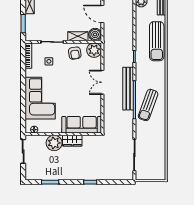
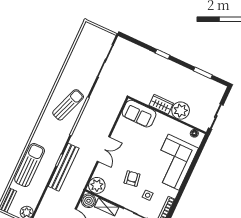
armchair: (75, 53) -> (132, 179), moved
bench: (128, 89) -> (64, 167), moved
sofa: (82, 125) -> (139, 114), width x0.73

